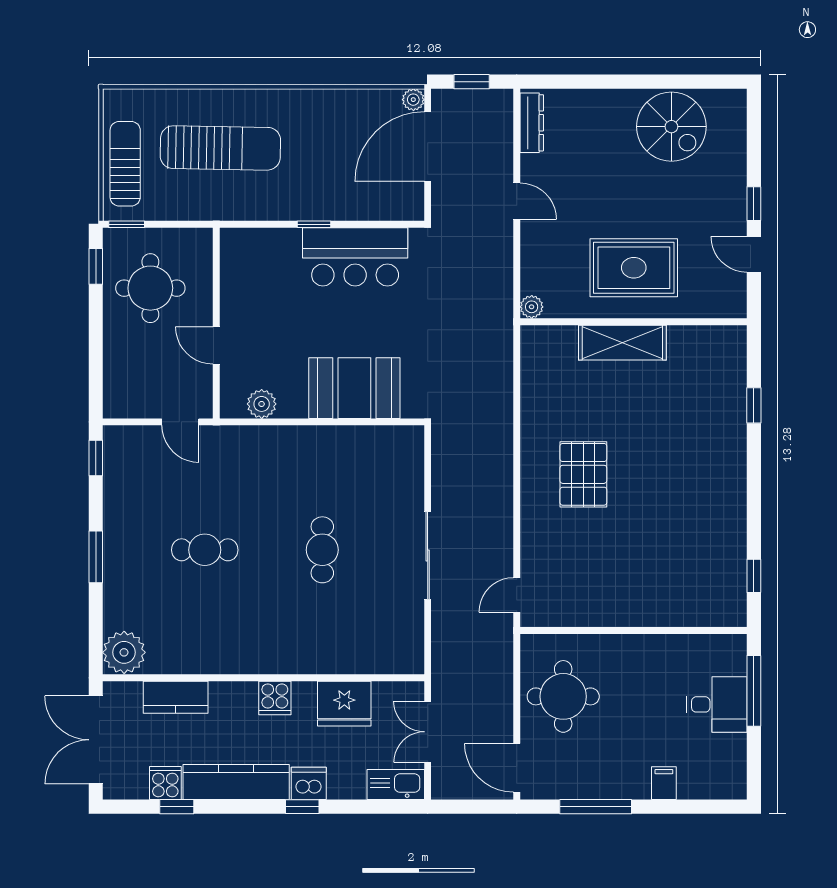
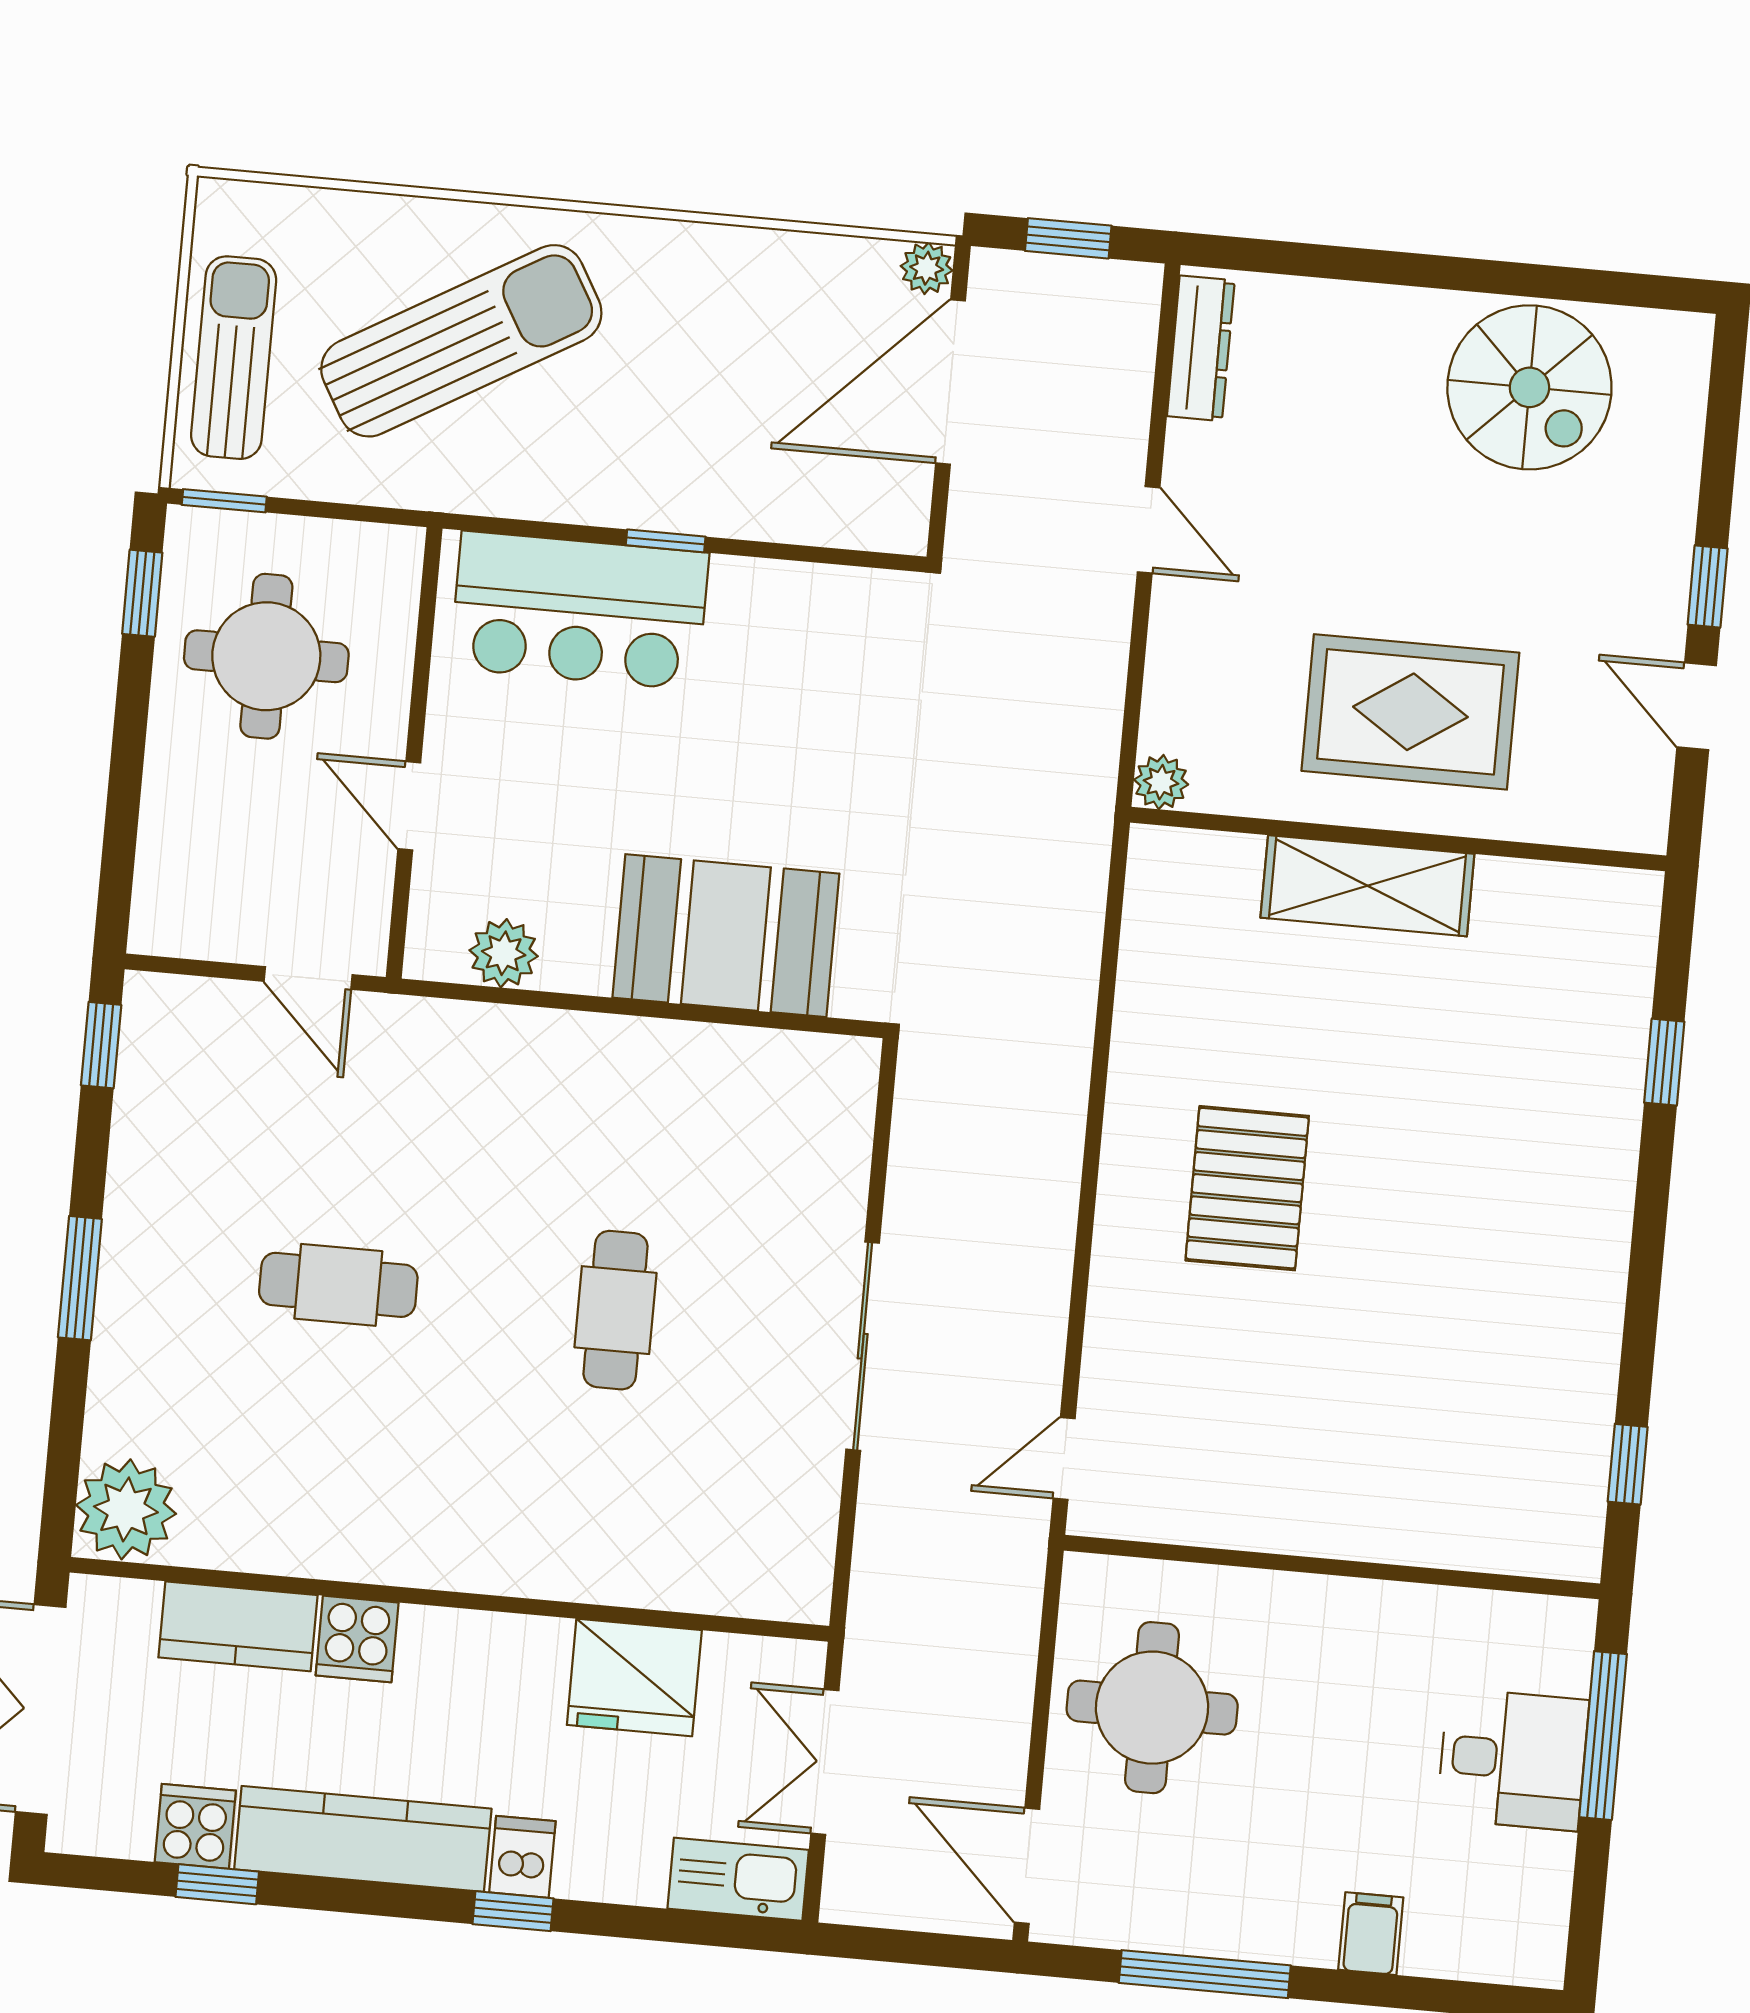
sun lounger: (220, 148) -> (461, 341), turned -31
bar counter: (355, 257) -> (579, 610), moved
cooker: (275, 698) -> (357, 1639), moved
dishwasher: (309, 783) -> (522, 1857), width x0.73

